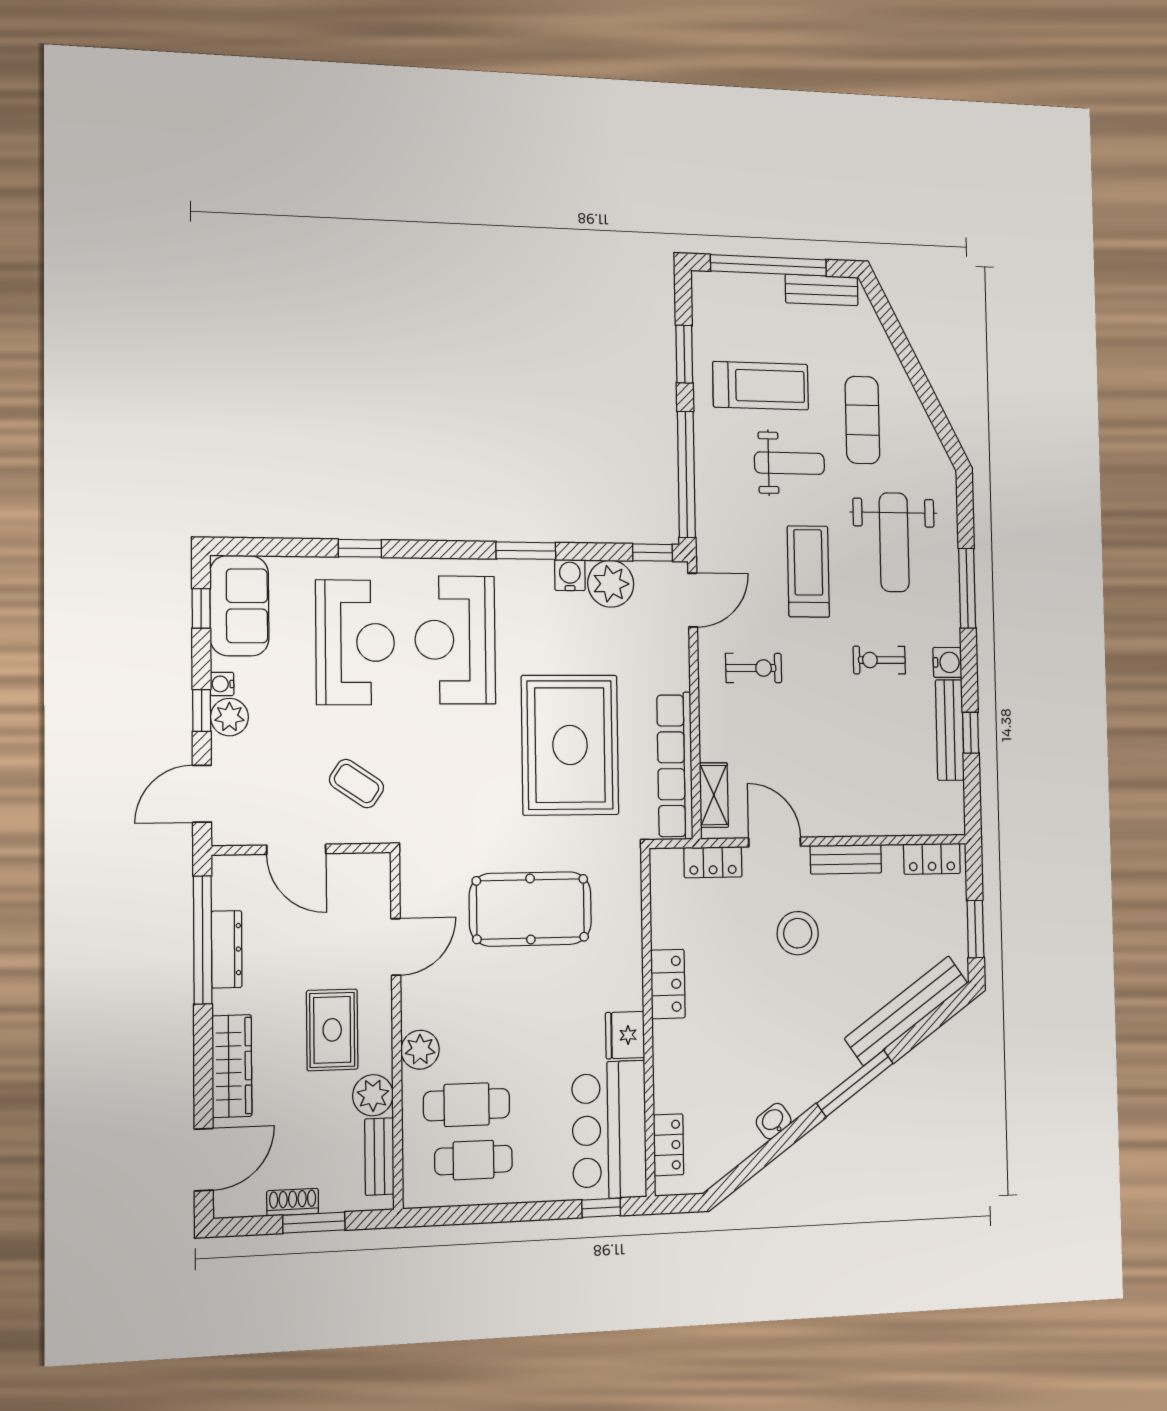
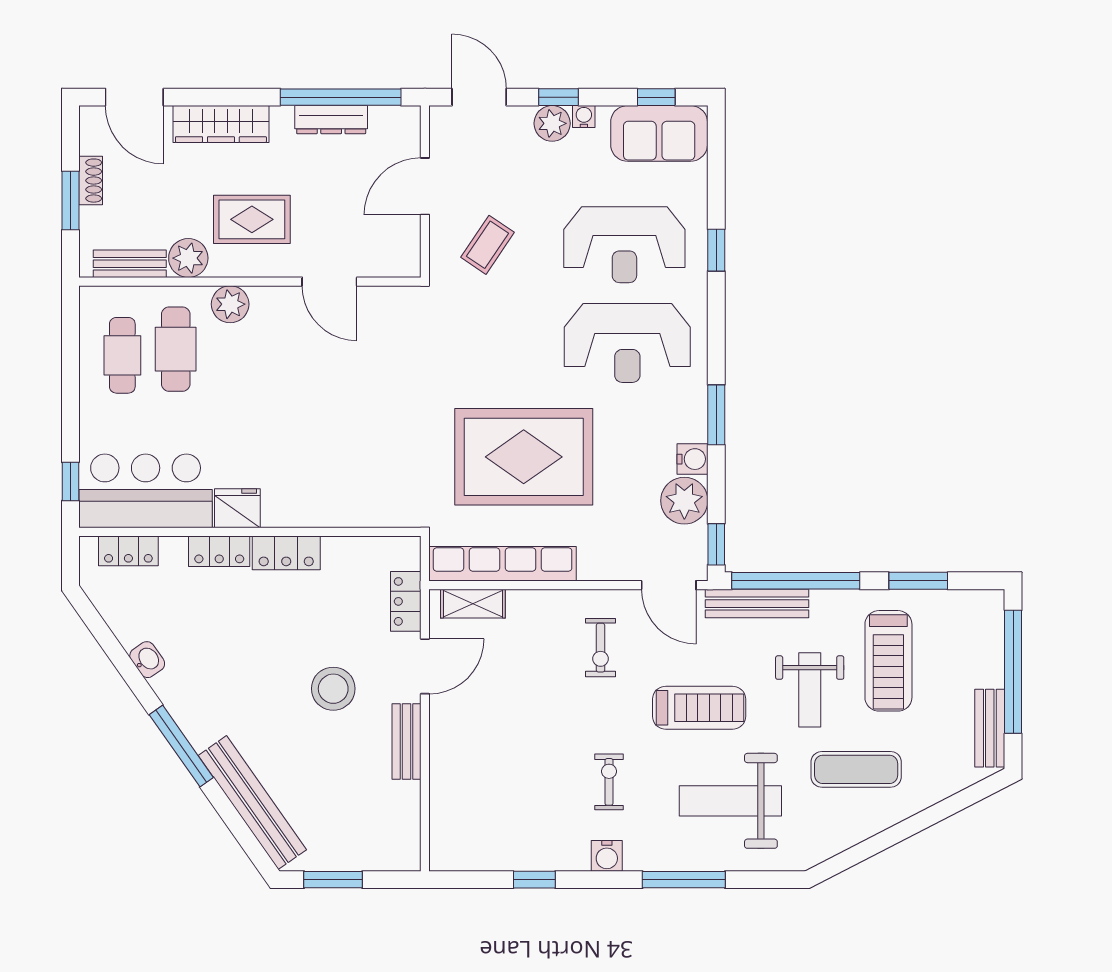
reception desk: (455, 640) -> (627, 343), turned 180
bench: (950, 730) -> (757, 604), moved
locker: (932, 859) -> (219, 551), moved, turned -90
pool table: (530, 909) -> (363, 415), removed

